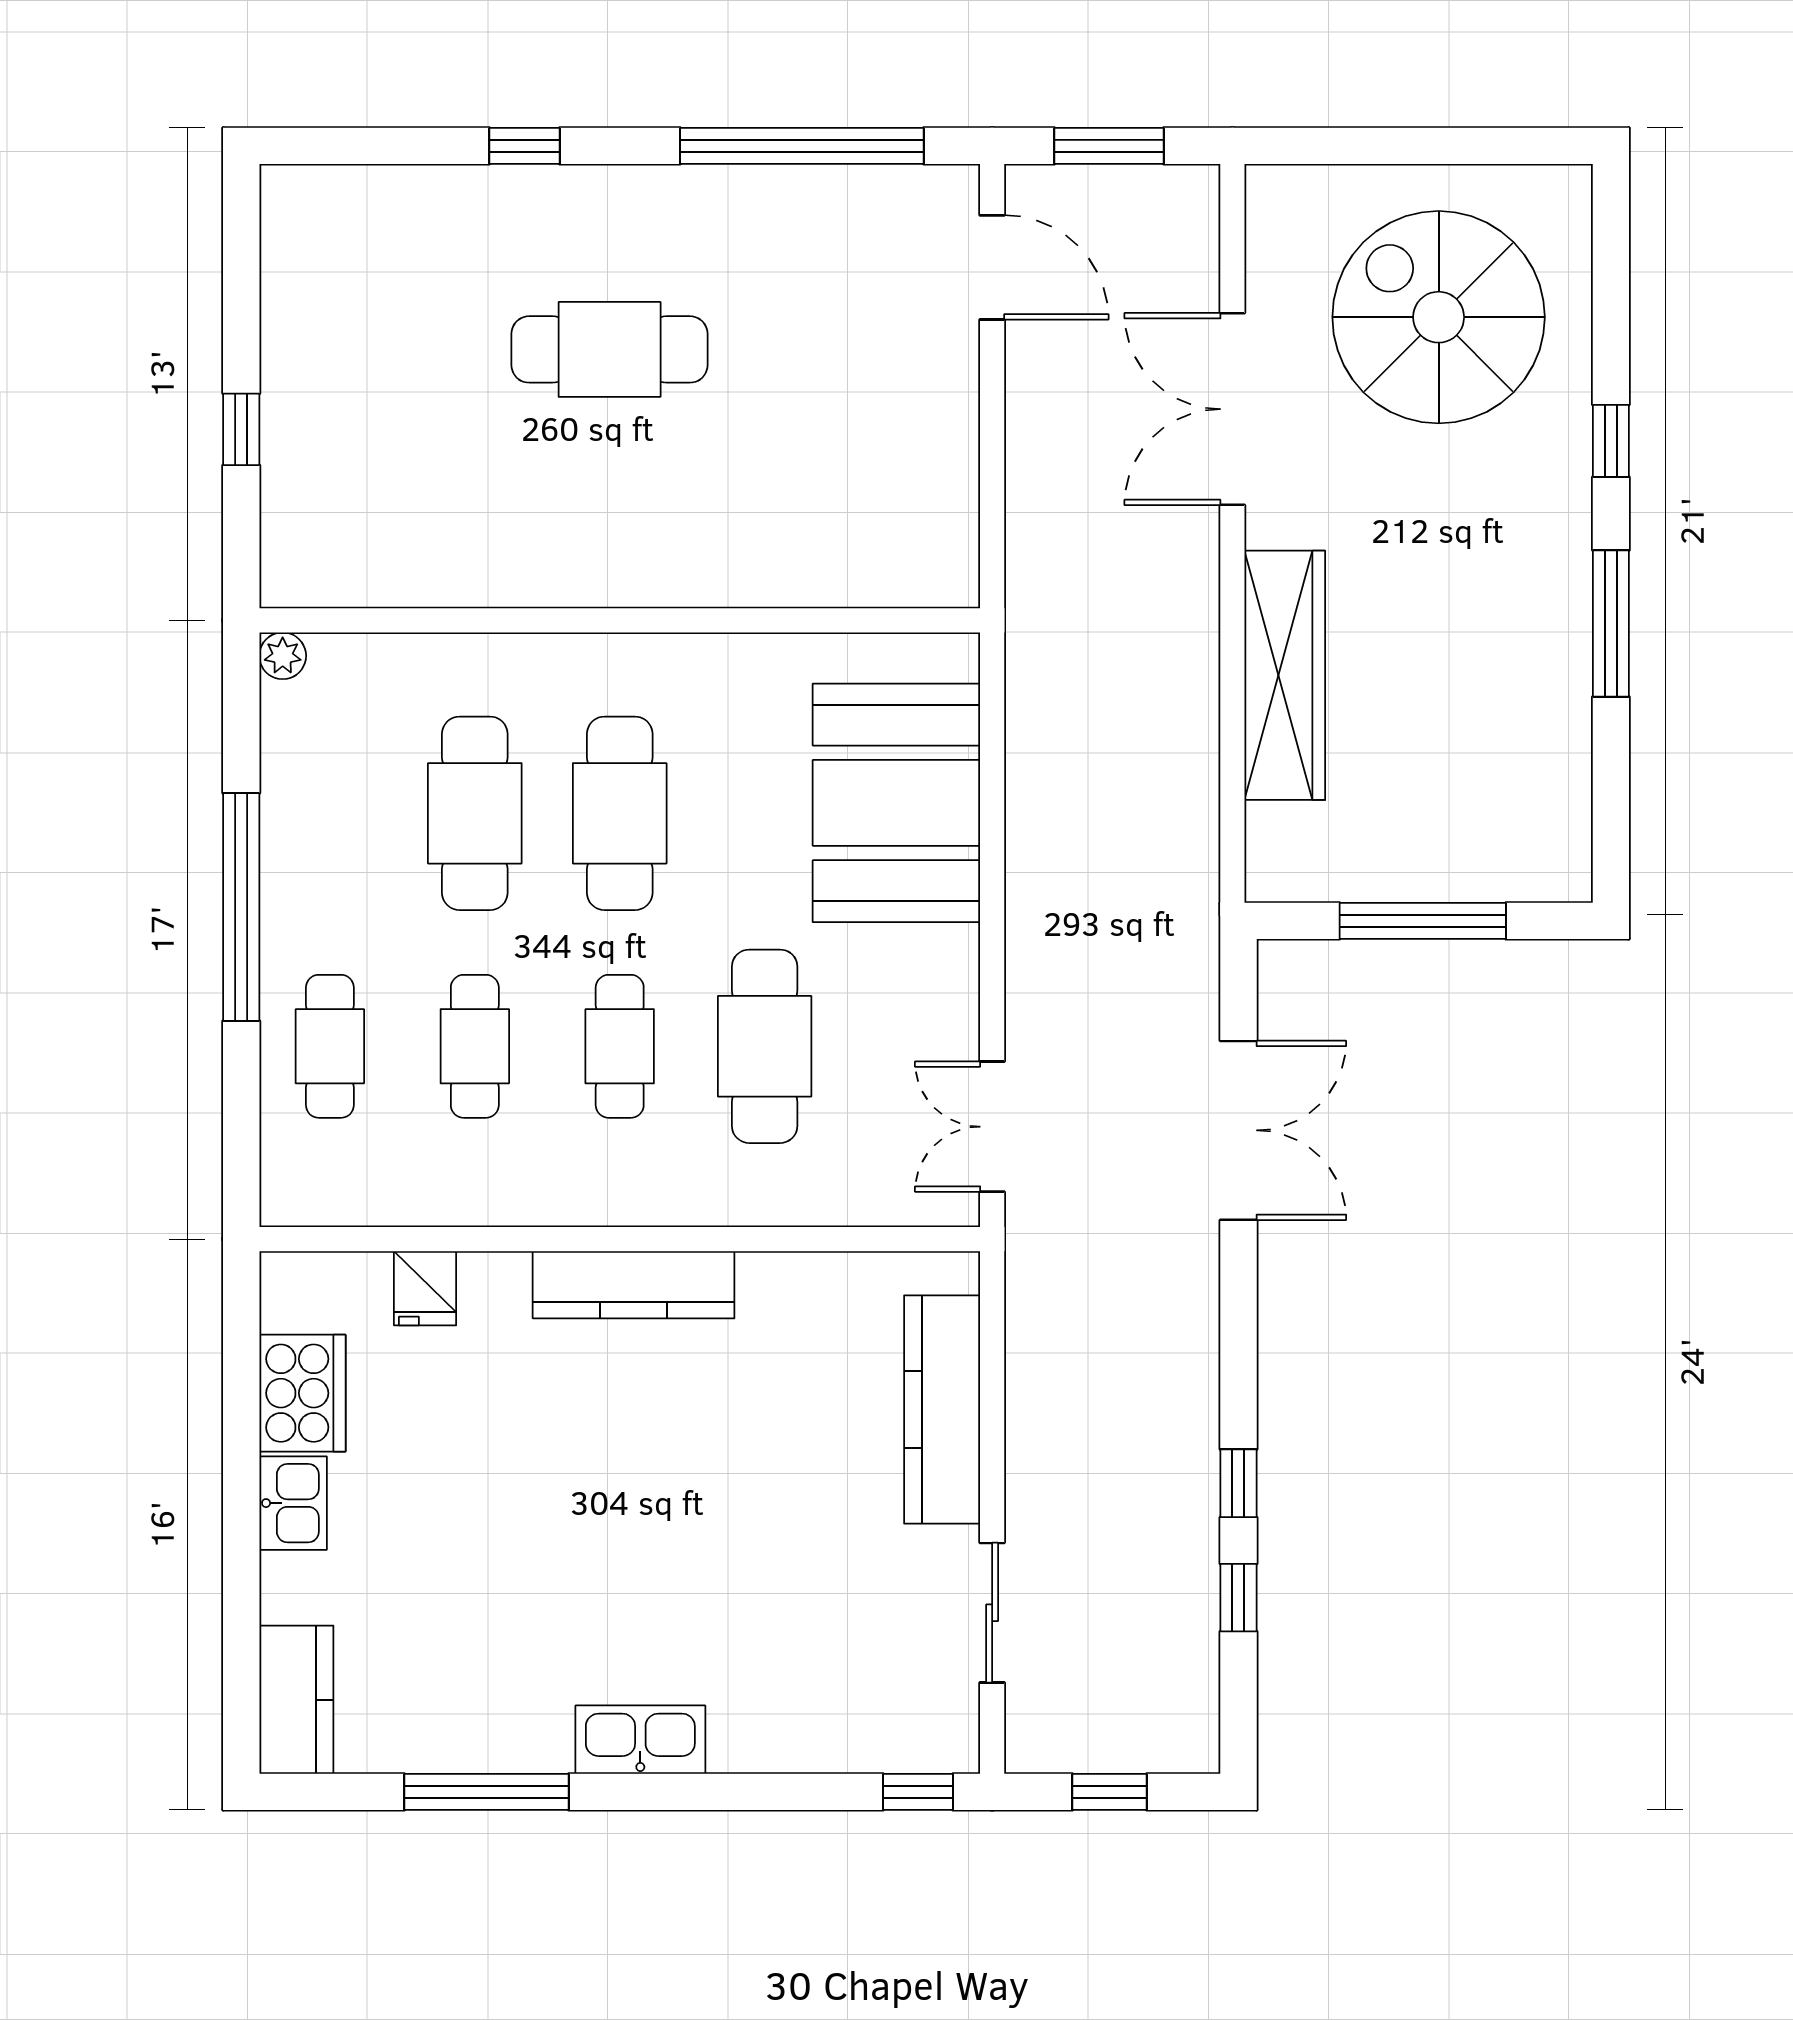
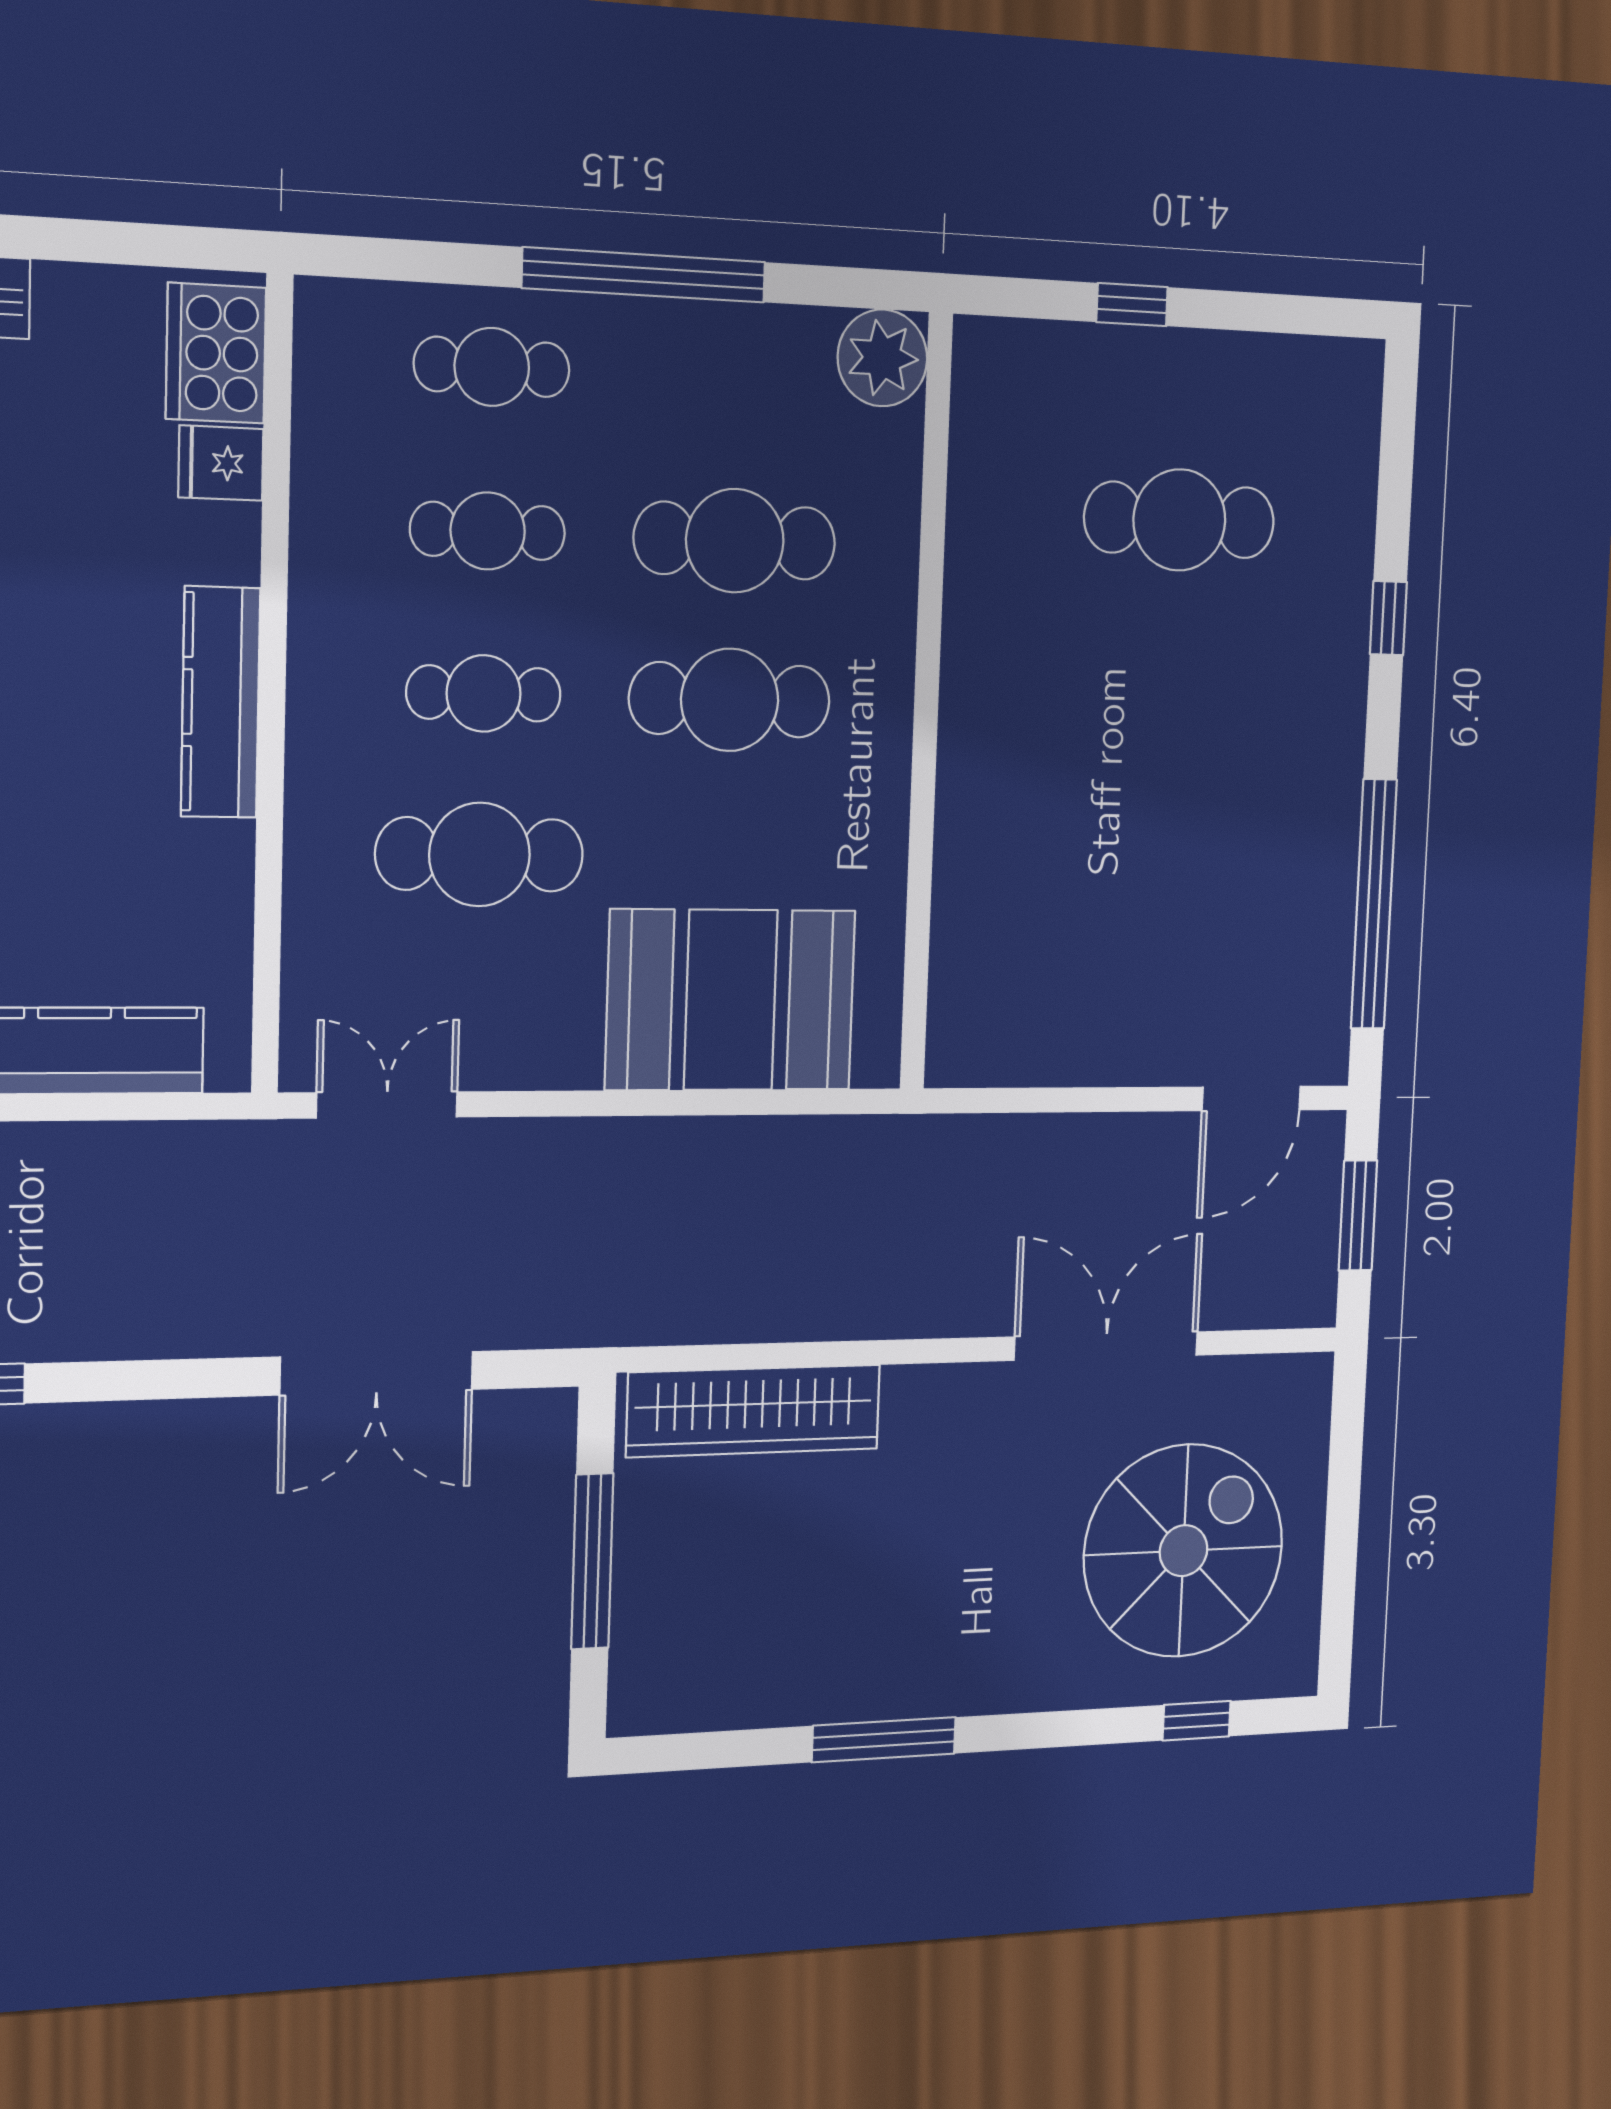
cafe table: (610, 349) -> (1179, 520), moved, turned 90
window: (1611, 441) -> (1197, 1721), moved
plant: (283, 656) -> (882, 358), width x1.88, depth x1.88
wardrobe: (1285, 675) -> (754, 1411), moved
cooker: (302, 1393) -> (216, 353), moved, turned 90

